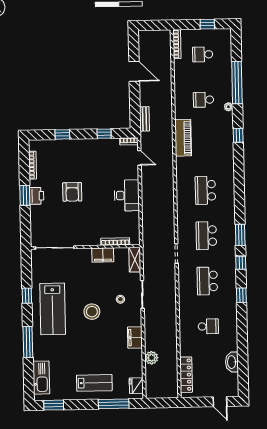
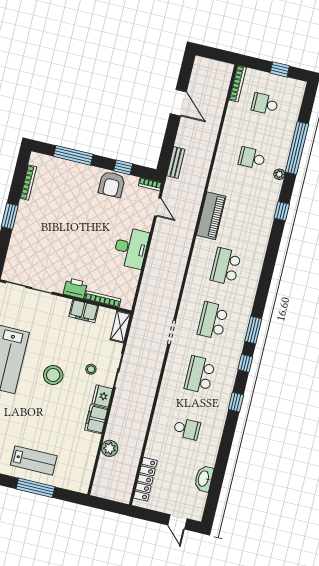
window: (62, 134) -> (73, 155), width x2.17
piano: (183, 138) -> (211, 216), moved
armchair: (72, 192) -> (112, 184), moved
printer: (37, 196) -> (75, 288), moved, turned -90
fridge: (136, 386) -> (102, 396), moved
window: (114, 404) -> (35, 488), moved

